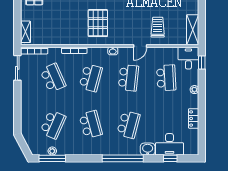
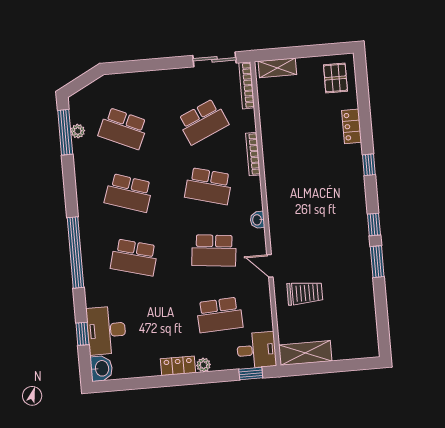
pallet: (98, 23) -> (303, 190), removed
locker: (194, 118) -> (178, 366), moved
school desk: (91, 124) -> (129, 193), turned 33
washbasin: (148, 149) -> (101, 368), moved

